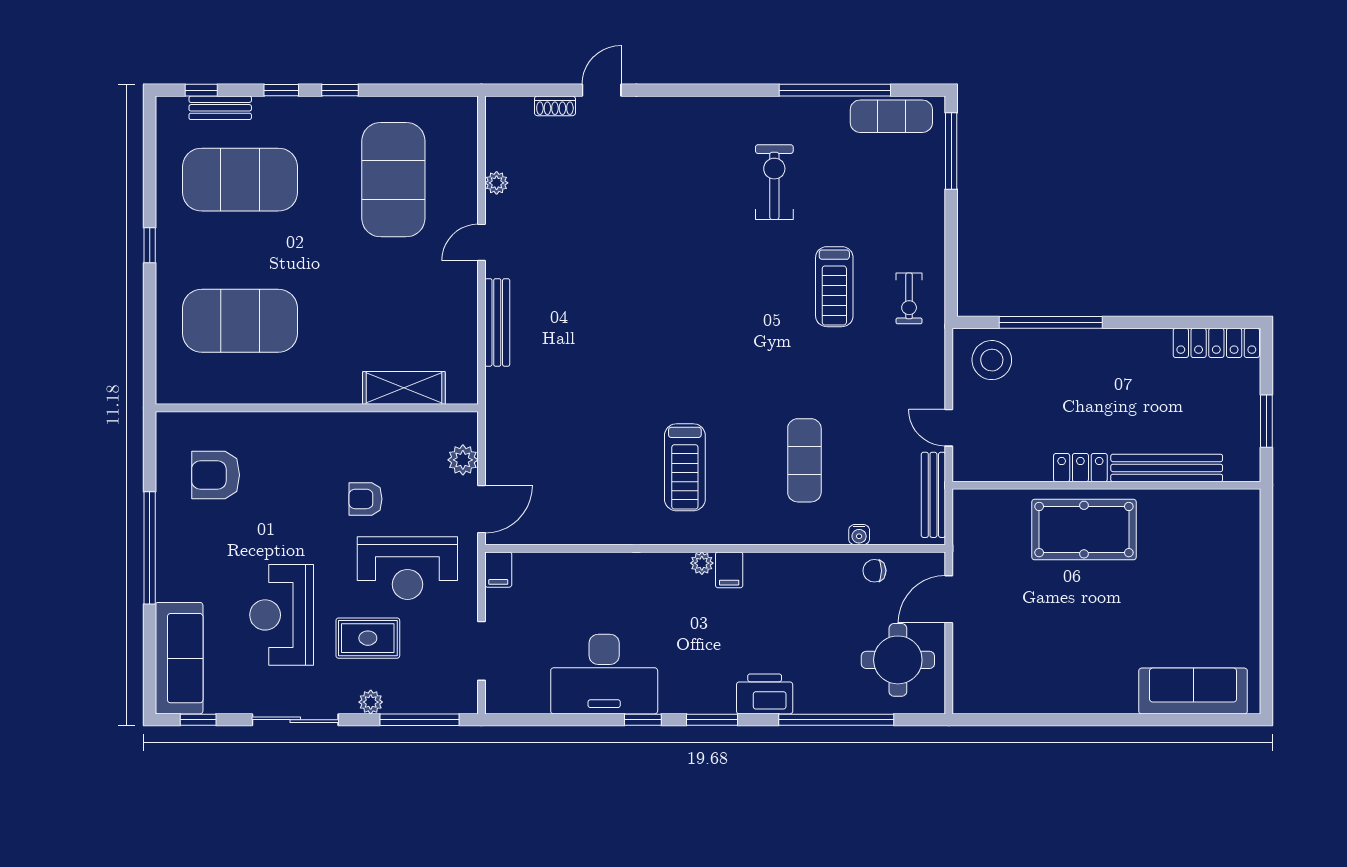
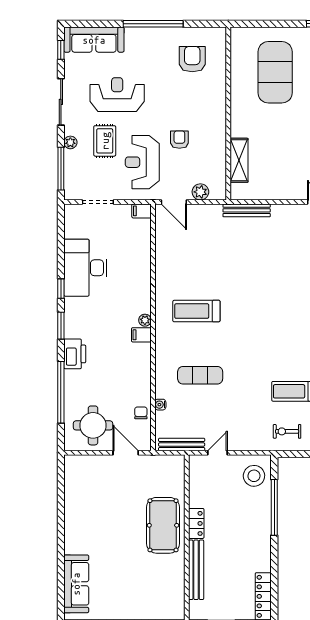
bench: (497, 322) -> (247, 210), moved

